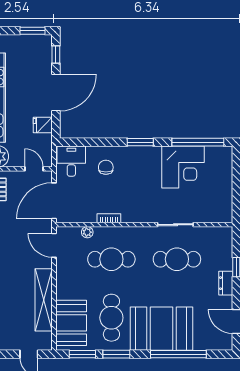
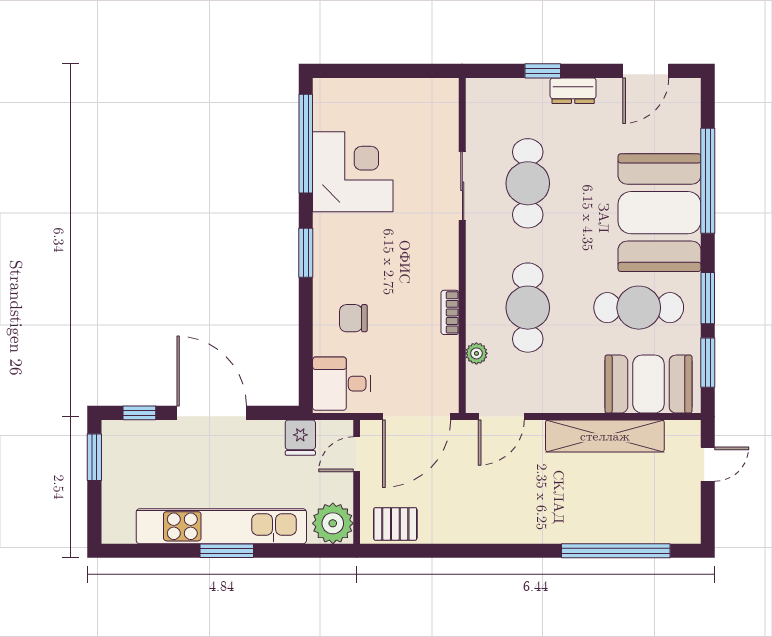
fridge: (43, 125) -> (300, 438), moved
door: (54, 201) -> (417, 416), hinge flipped

